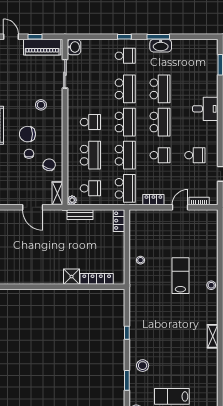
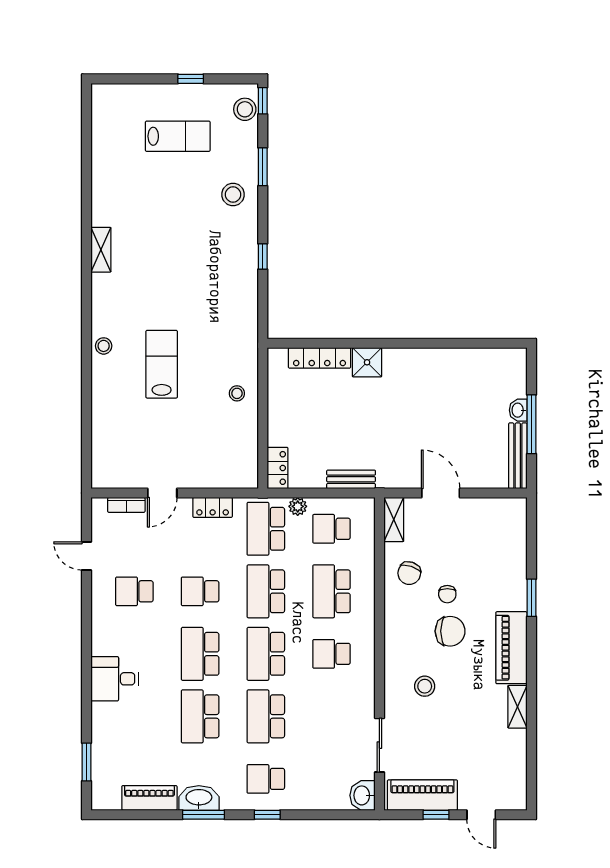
piano: (187, 46) -> (149, 798), added
plant: (72, 200) -> (298, 506), moved
lab bench: (180, 276) -> (162, 364), turned 180

